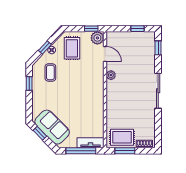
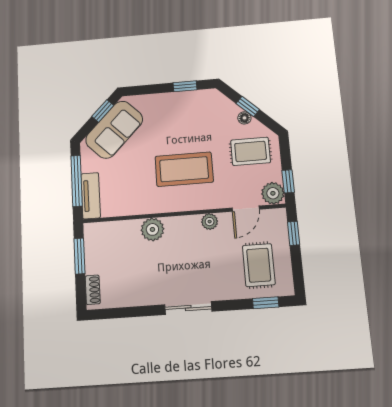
window: (138, 29) -> (294, 233), moved
coffee table: (50, 72) -> (184, 169), moved, width x1.86, depth x1.72
sliding door: (158, 91) -> (188, 308), width x0.73
plant: (113, 108) -> (152, 229), added
rug: (122, 137) -> (259, 265), moved

